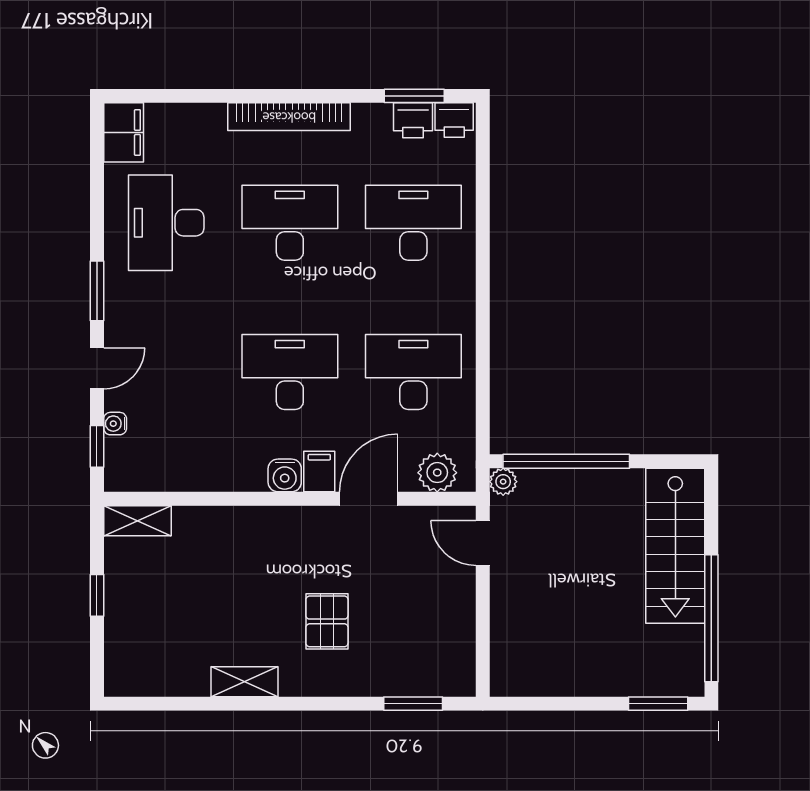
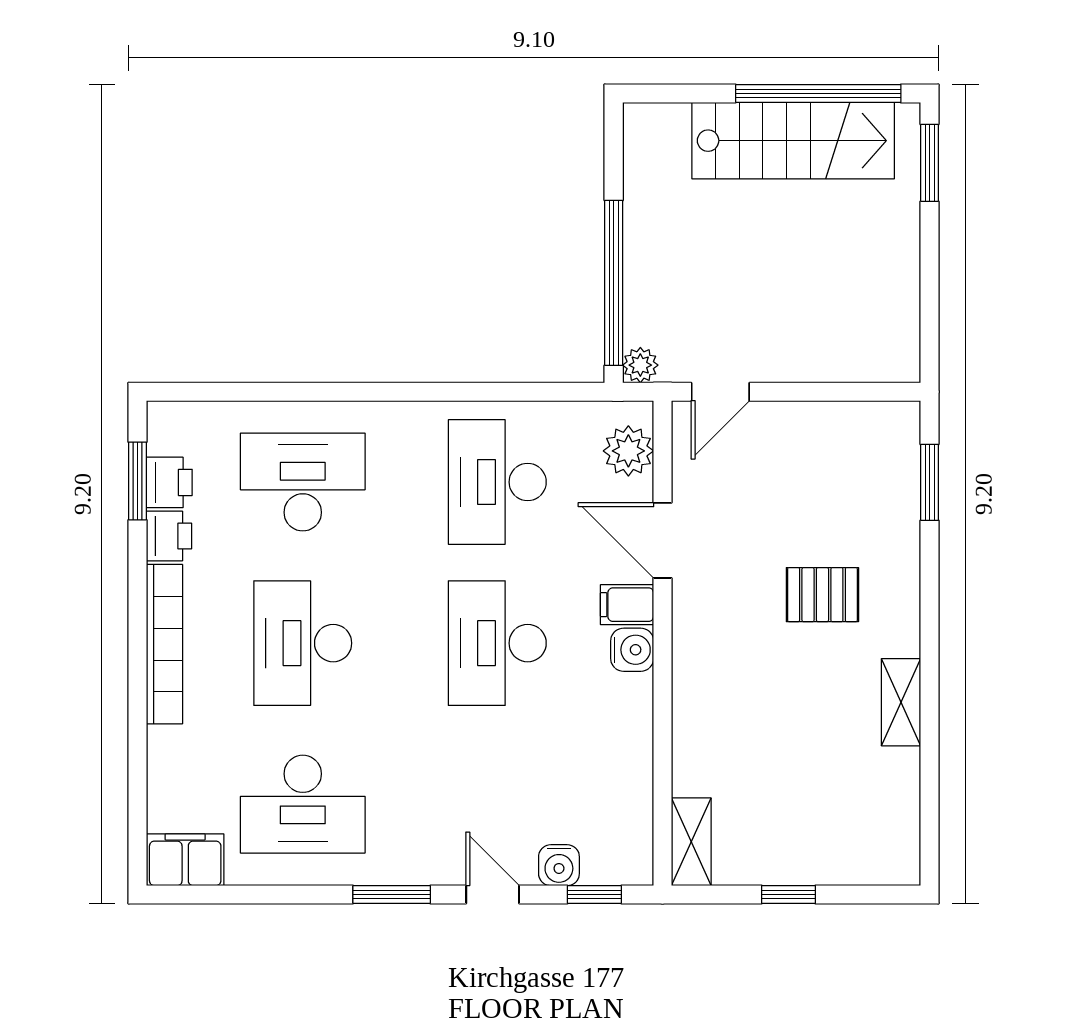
printer: (454, 120) -> (169, 536), moved
desk: (413, 223) -> (303, 482), turned 90
water cooler: (115, 424) -> (559, 865), width x1.38, depth x1.38
stairs: (675, 546) -> (793, 141), moved

